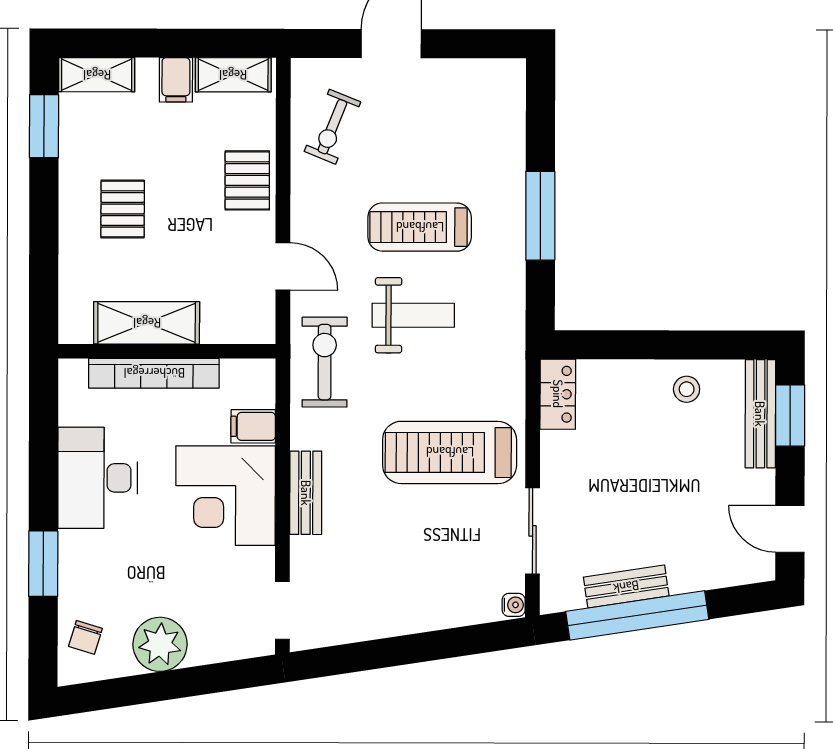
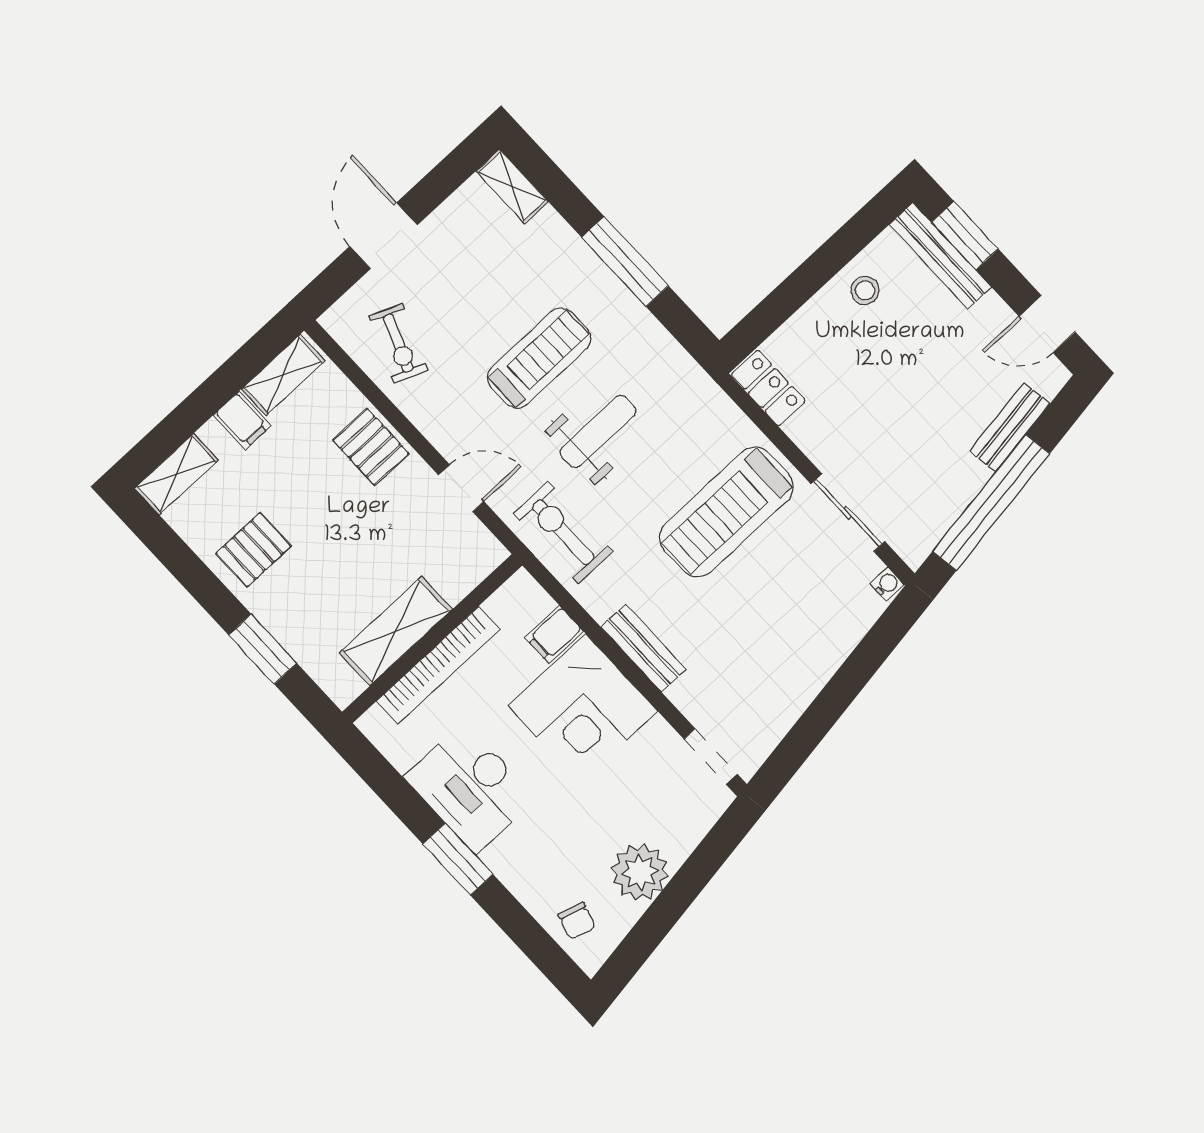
shelving: (511, 92) -> (512, 186), added
window: (44, 126) -> (263, 649), moved
pallet: (123, 209) -> (253, 550), moved, turned 90
treadmill: (420, 227) -> (539, 358), turned 180
window: (43, 564) -> (458, 859), moved
bench: (626, 587) -> (1010, 427), moved

